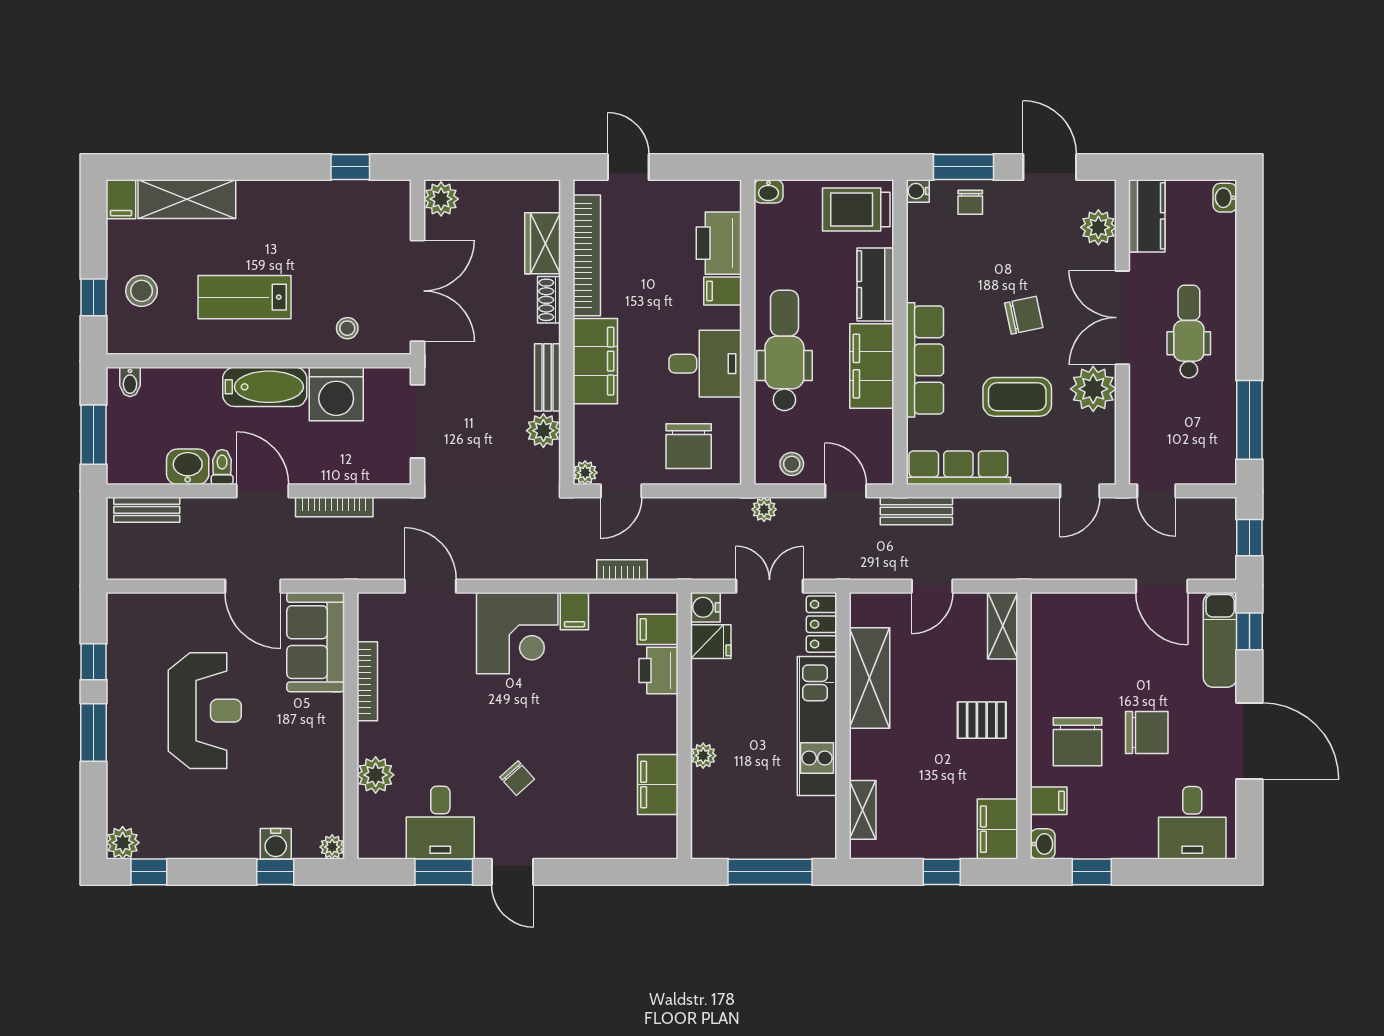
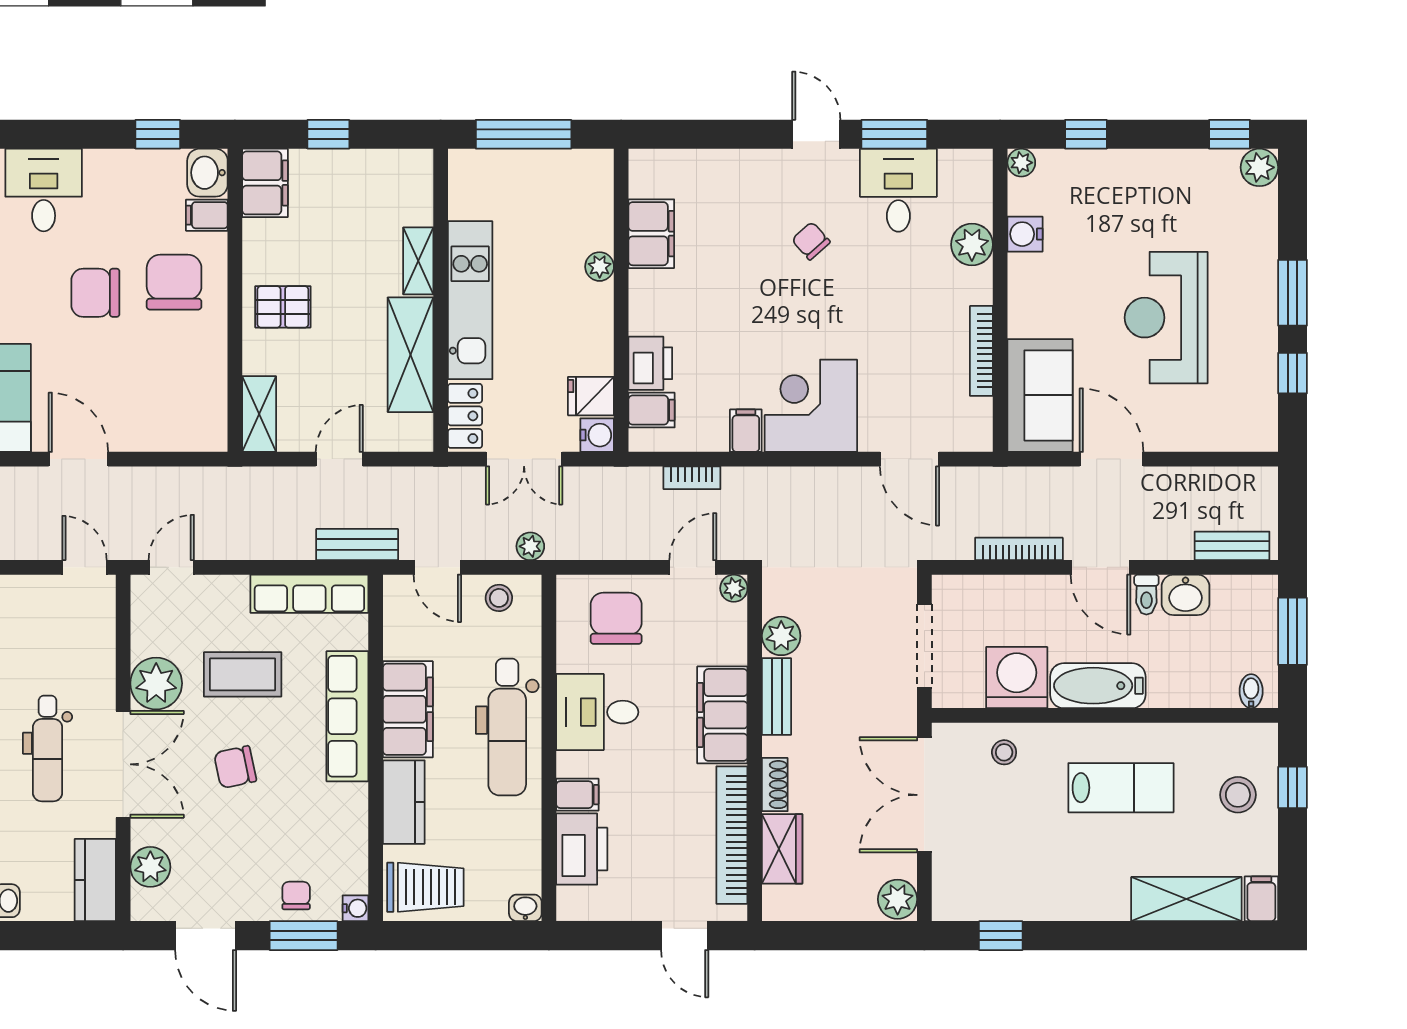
shelving: (863, 810) -> (418, 261), moved
water cooler: (276, 844) -> (1025, 234), moved, turned -90
washbasin: (1043, 844) -> (207, 173), width x1.38, depth x1.45

